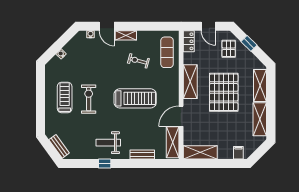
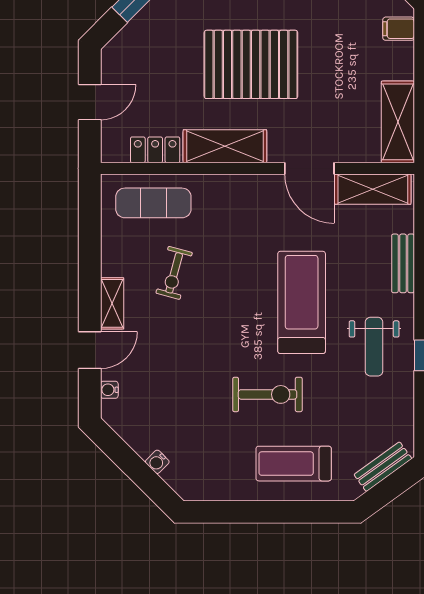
locker: (189, 41) -> (155, 150), moved
pallet: (229, 49) -> (145, 53), removed
treadmill: (65, 98) -> (294, 464), moved
treadmill: (135, 98) -> (302, 302), moved
exercise bike: (89, 99) -> (268, 394), turned 180

